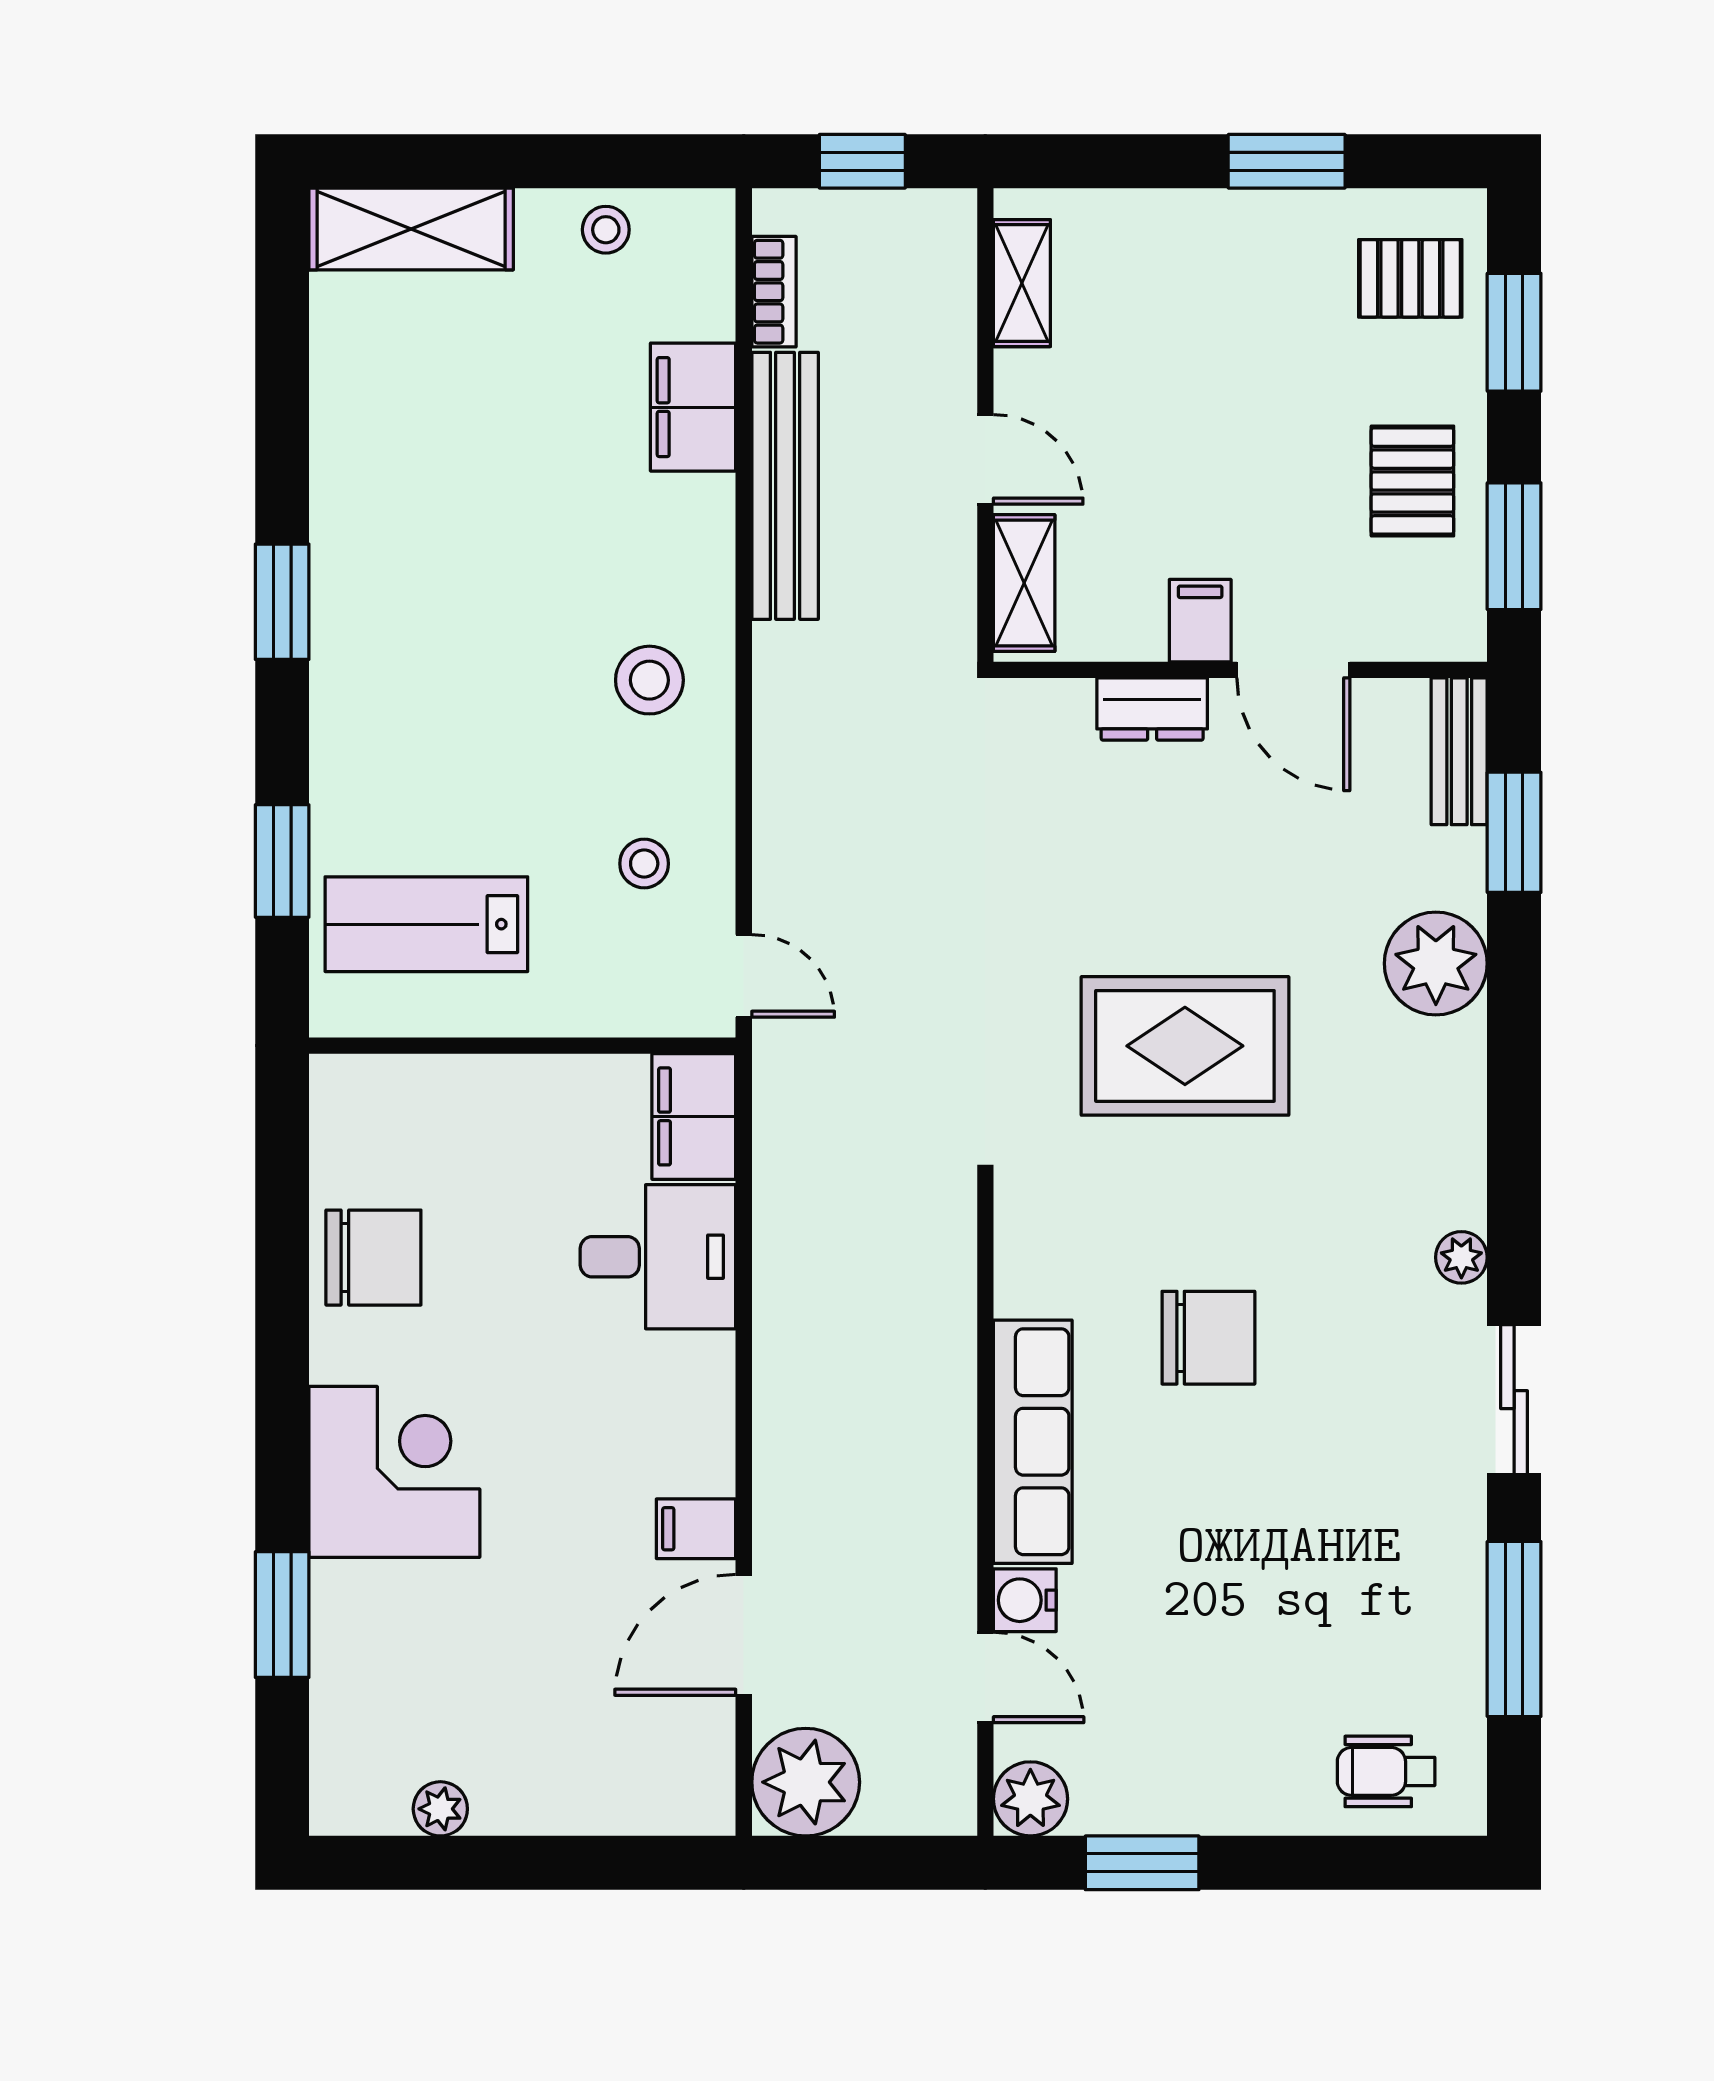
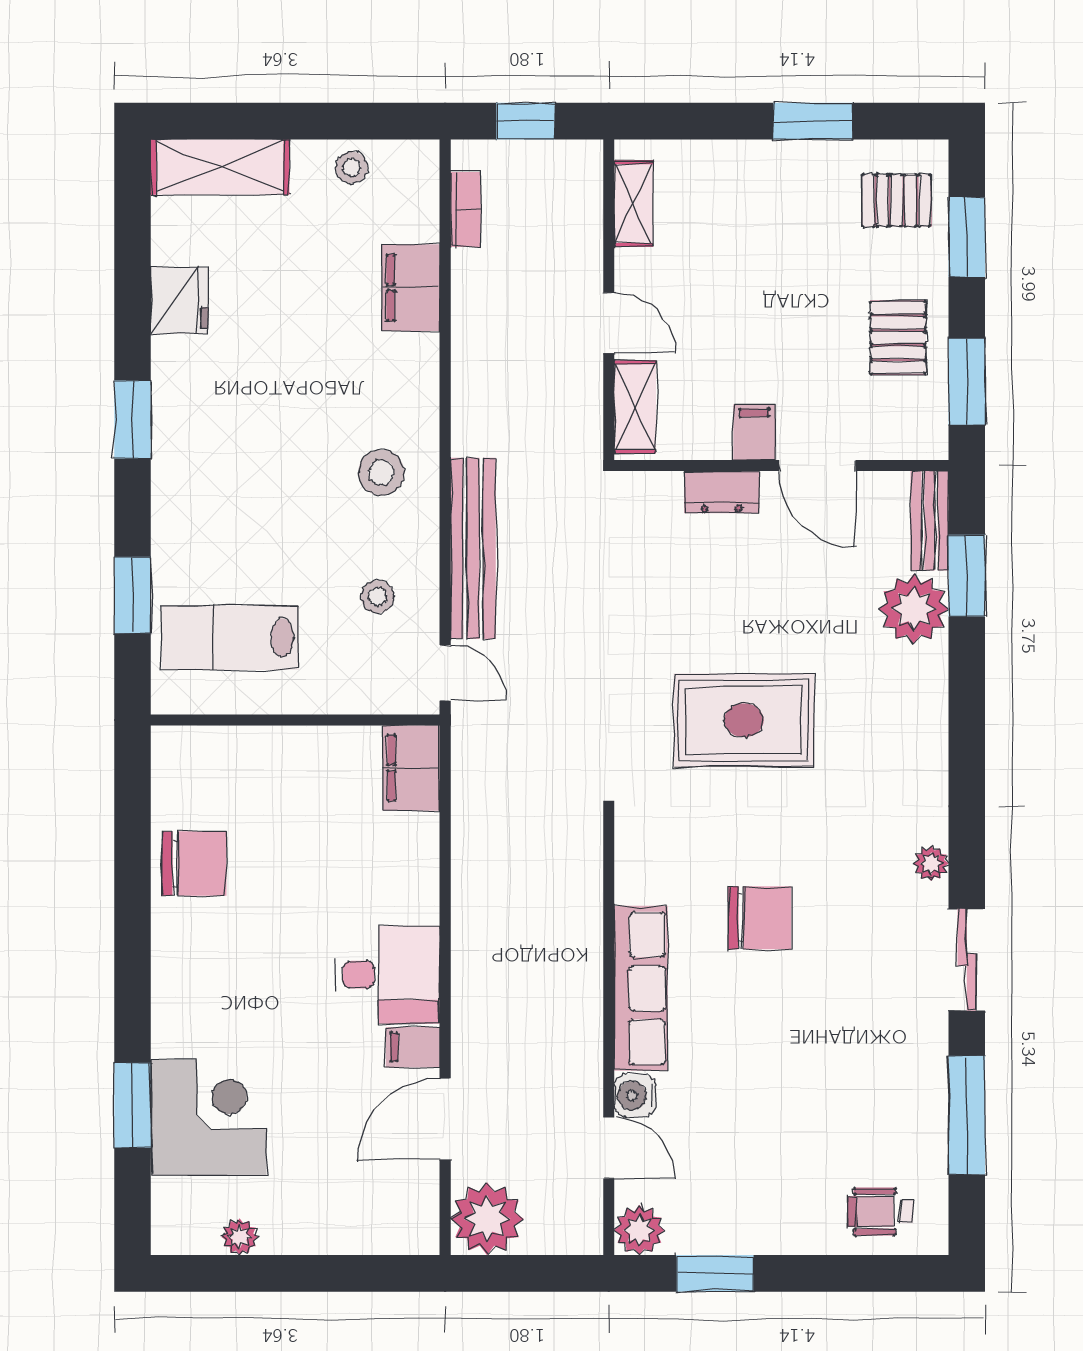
fridge: (351, 426) -> (179, 301), added
bench: (785, 486) -> (473, 548), moved
plant: (1436, 963) -> (914, 609), moved
desk: (658, 1257) -> (387, 975), moved
corner desk: (394, 1472) -> (209, 1118), moved

